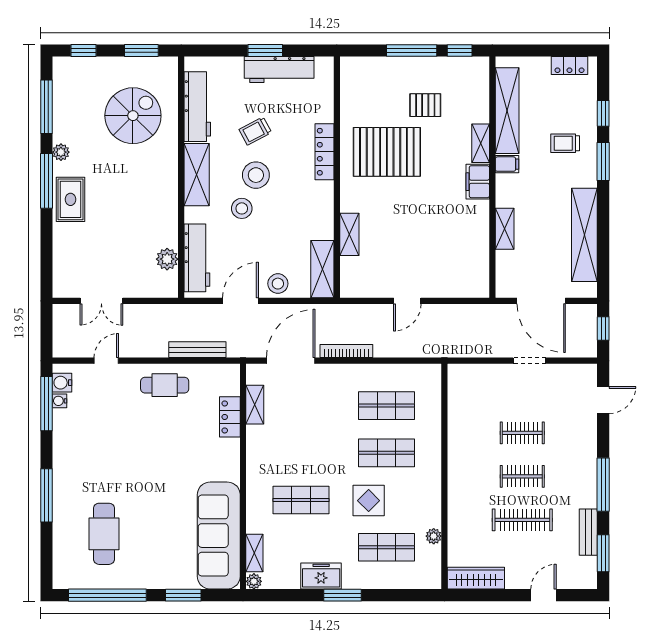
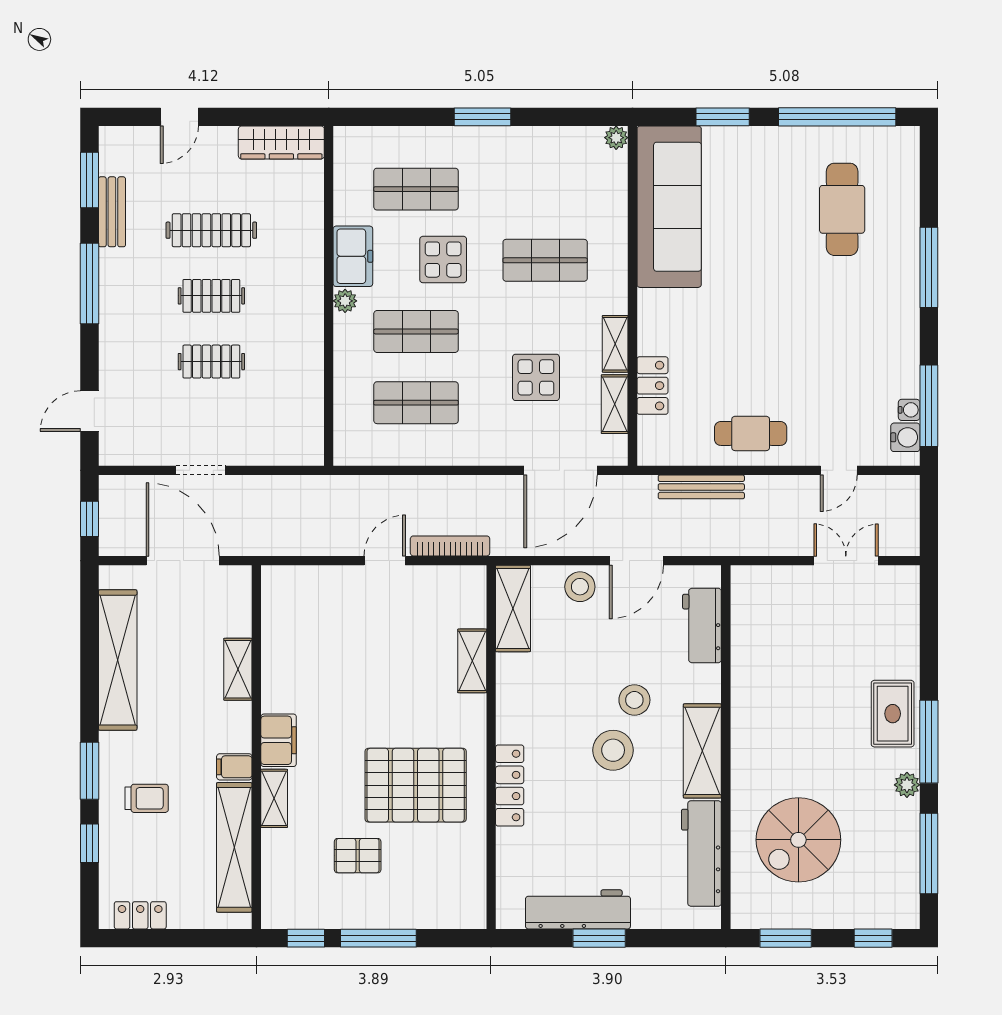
trolley: (255, 131) -> (614, 817), removed
workbench: (197, 258) -> (702, 625), width x0.73
plant: (167, 259) -> (747, 624), removed
bookcase: (346, 351) -> (450, 546), moved, turned 180
display table: (307, 422) -> (536, 377), added
plant: (434, 536) -> (345, 301), moved
shelving: (254, 553) -> (615, 344), moved
freezer: (321, 576) -> (353, 256), moved, turned -90

